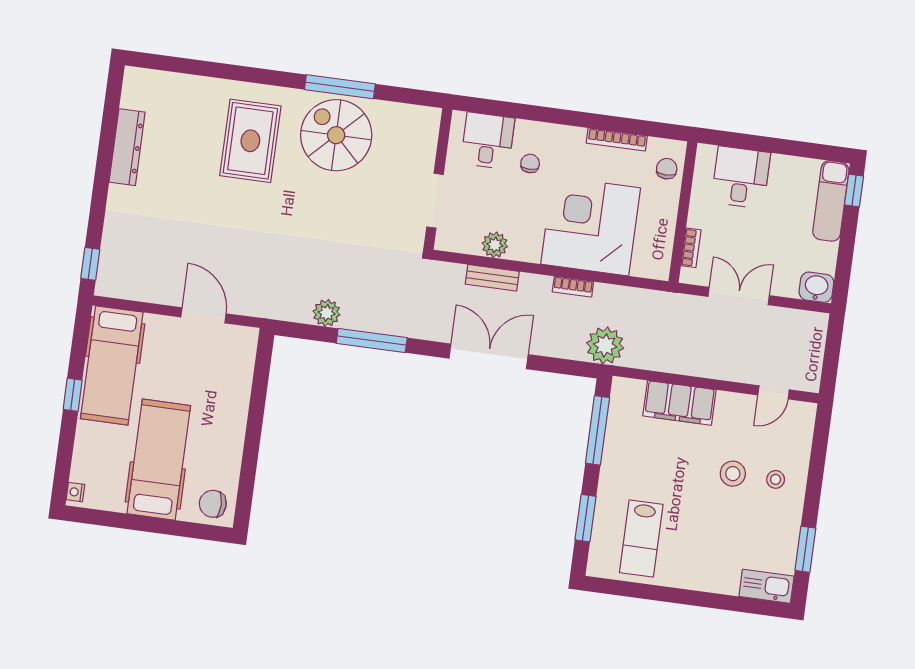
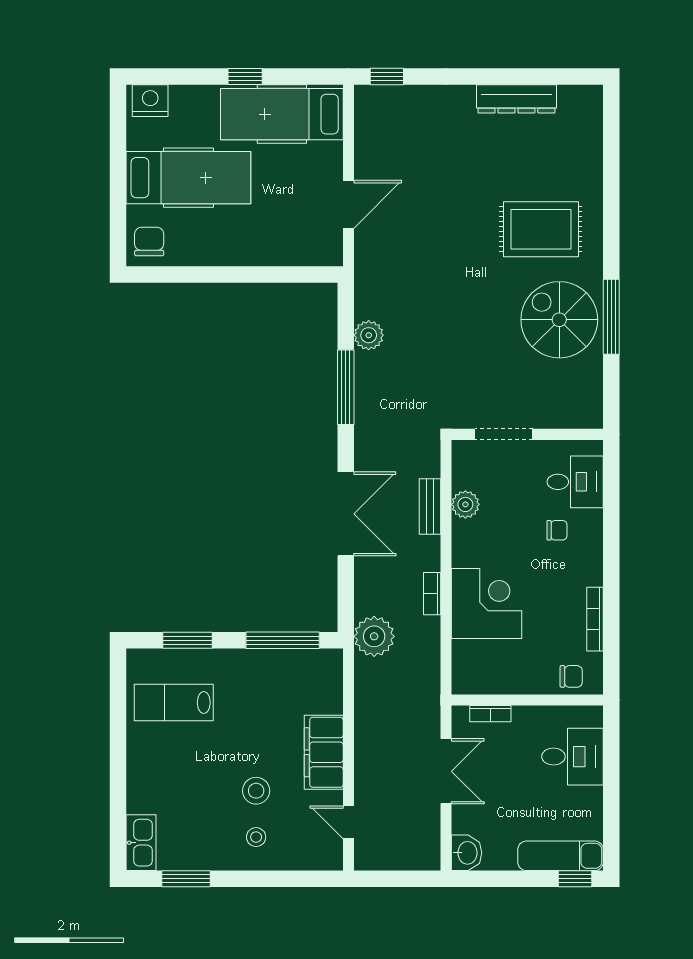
spiral stairs: (336, 135) -> (559, 320), turned -90
corner desk: (591, 226) -> (487, 604), width x0.74, depth x0.74
filing cabinet: (679, 403) -> (324, 752), moved
nightstand: (75, 492) -> (150, 101), width x1.89, depth x1.79

